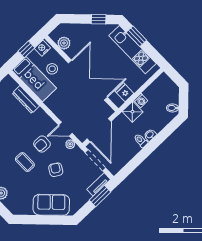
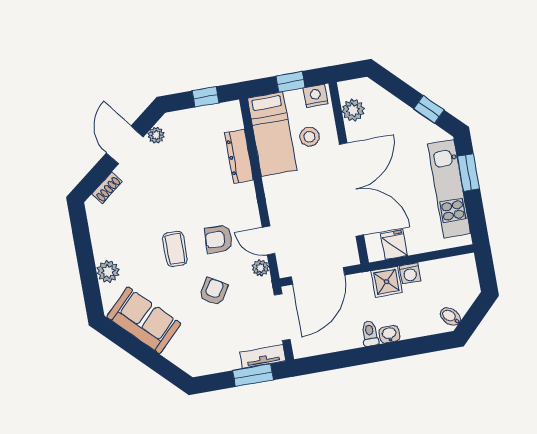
sofa: (51, 205) -> (144, 320), moved

